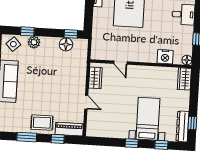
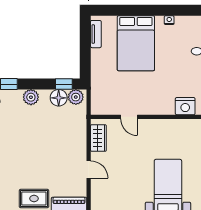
plant: (34, 42) -> (31, 97), moved
plant: (79, 45) -> (76, 97), added

